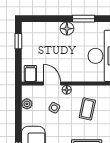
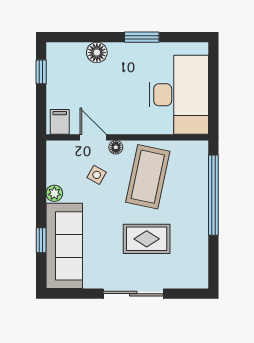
floor lamp: (67, 29) -> (97, 53), moved
plant: (27, 104) -> (54, 193), moved
coffee table: (87, 109) -> (148, 177), width x1.86, depth x1.72

